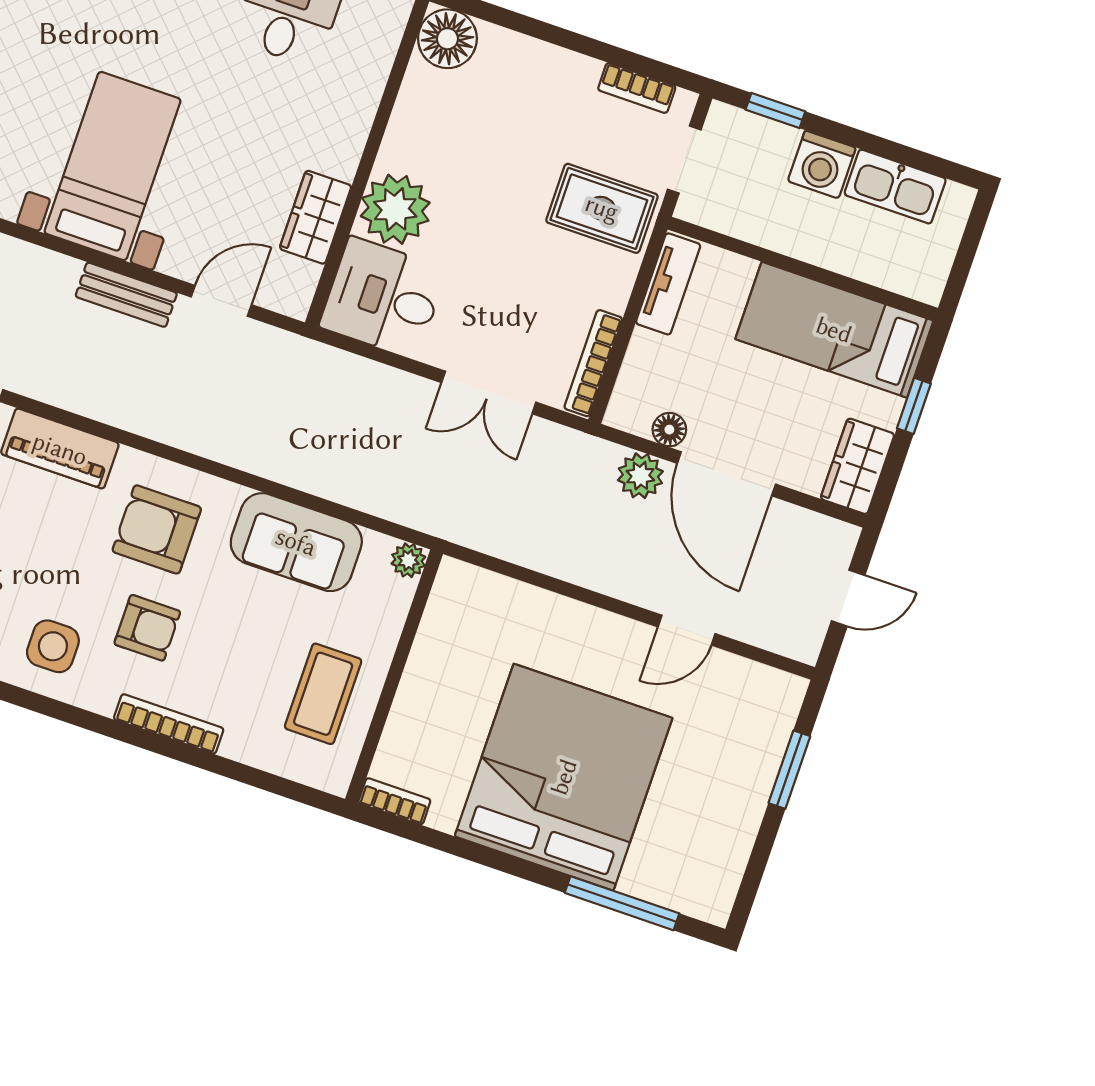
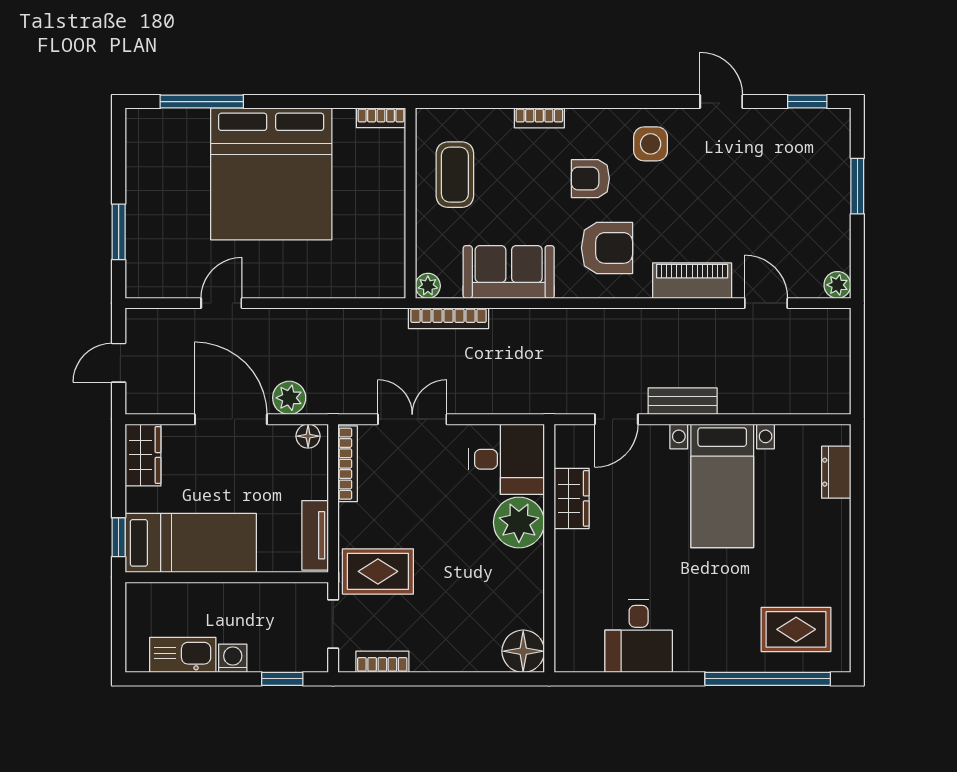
washing machine: (822, 164) -> (233, 658), width x0.73, depth x0.73
window: (914, 406) -> (119, 537), moved
floor lamp: (669, 430) -> (308, 436), moved
bookcase: (396, 508) -> (449, 318), added
bookcase: (169, 724) -> (539, 118), width x0.64

